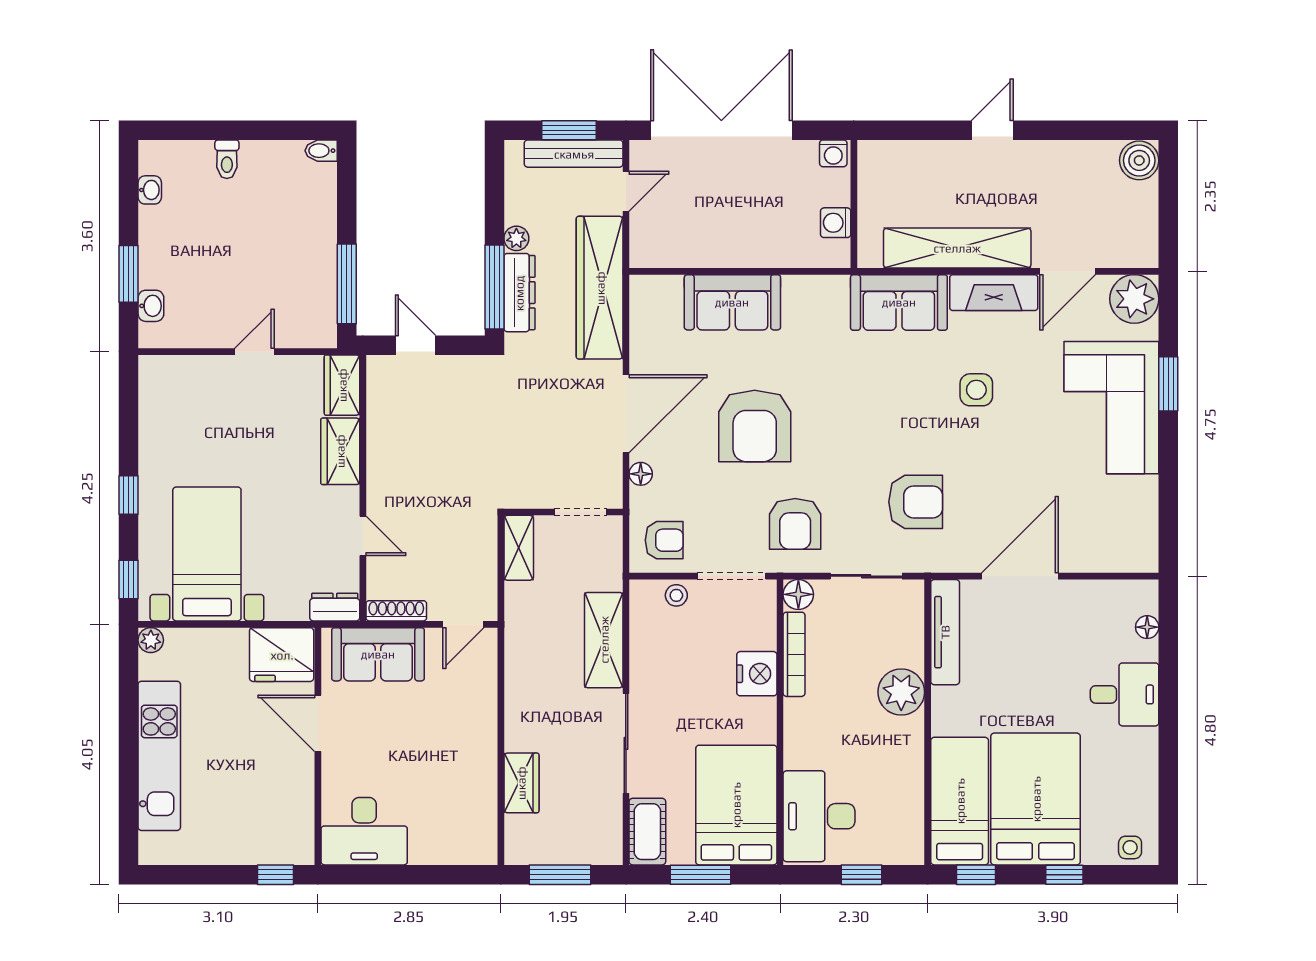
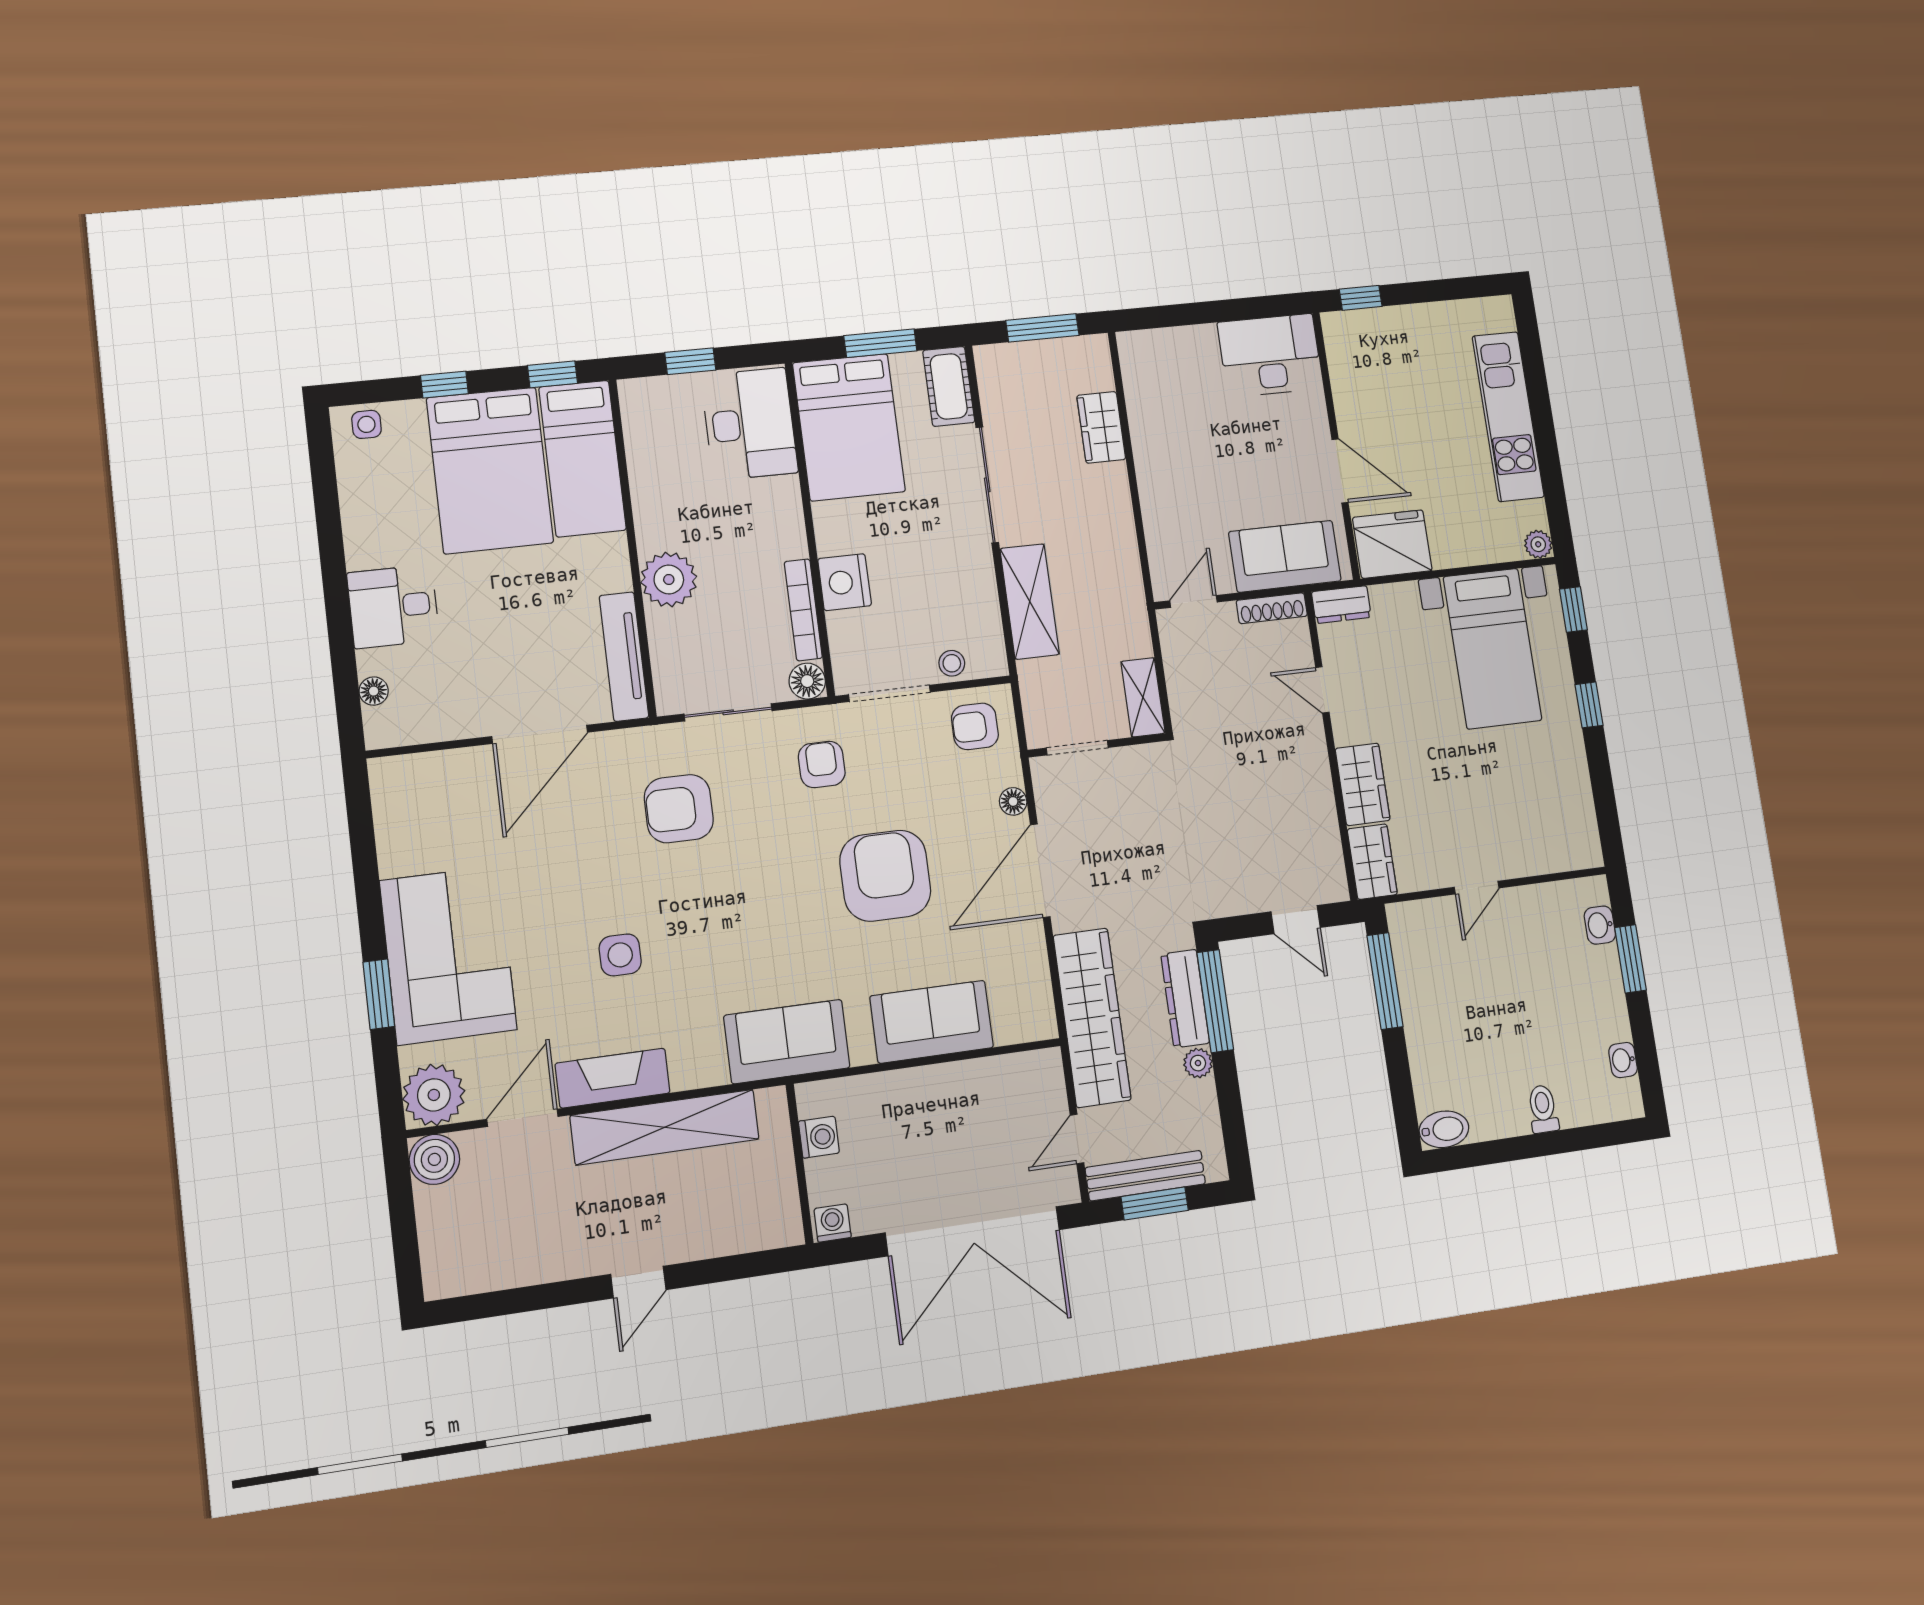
bidet: (321, 151) -> (1444, 1129), width x1.38, depth x1.36
boiler: (1139, 160) -> (434, 1159), moved
sofa: (899, 302) -> (787, 1042), moved
armchair: (795, 524) -> (822, 764), width x0.72, depth x0.72

